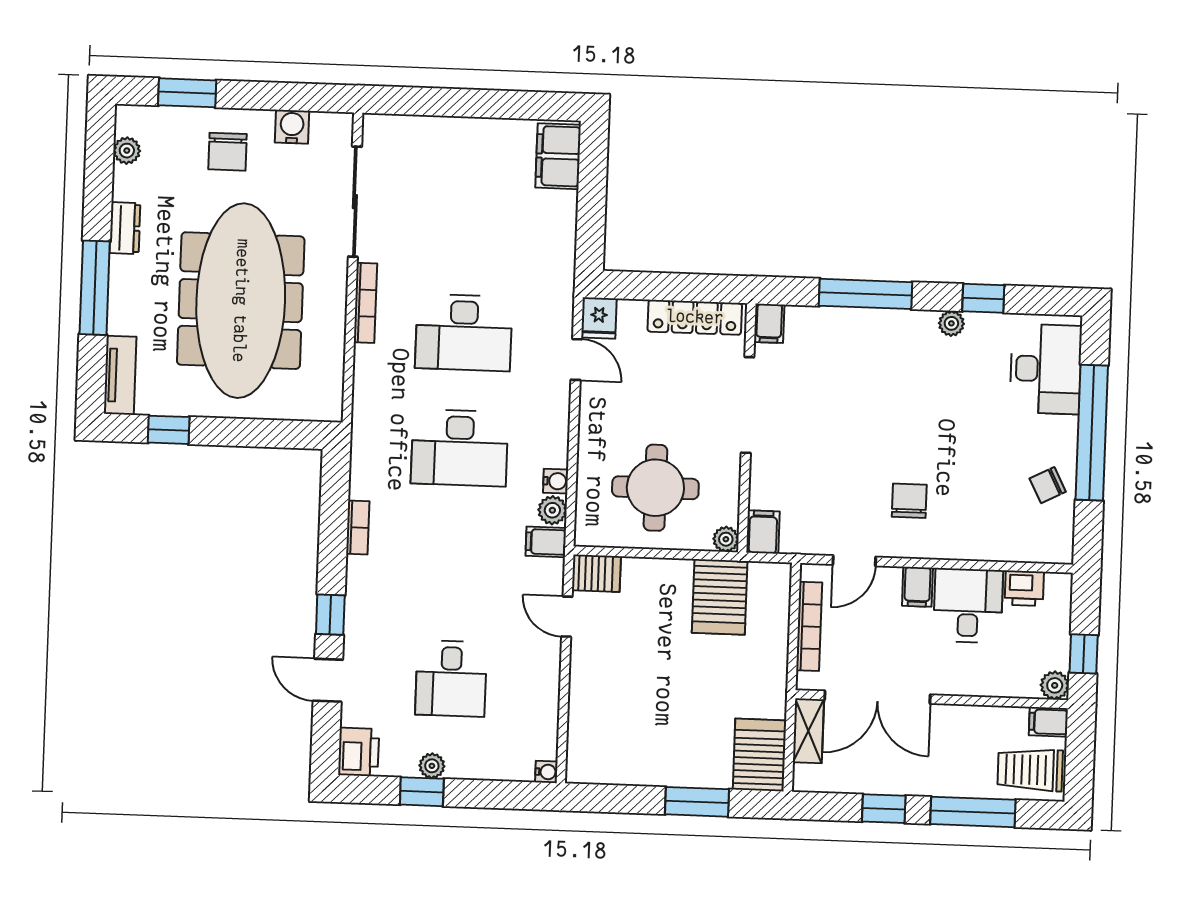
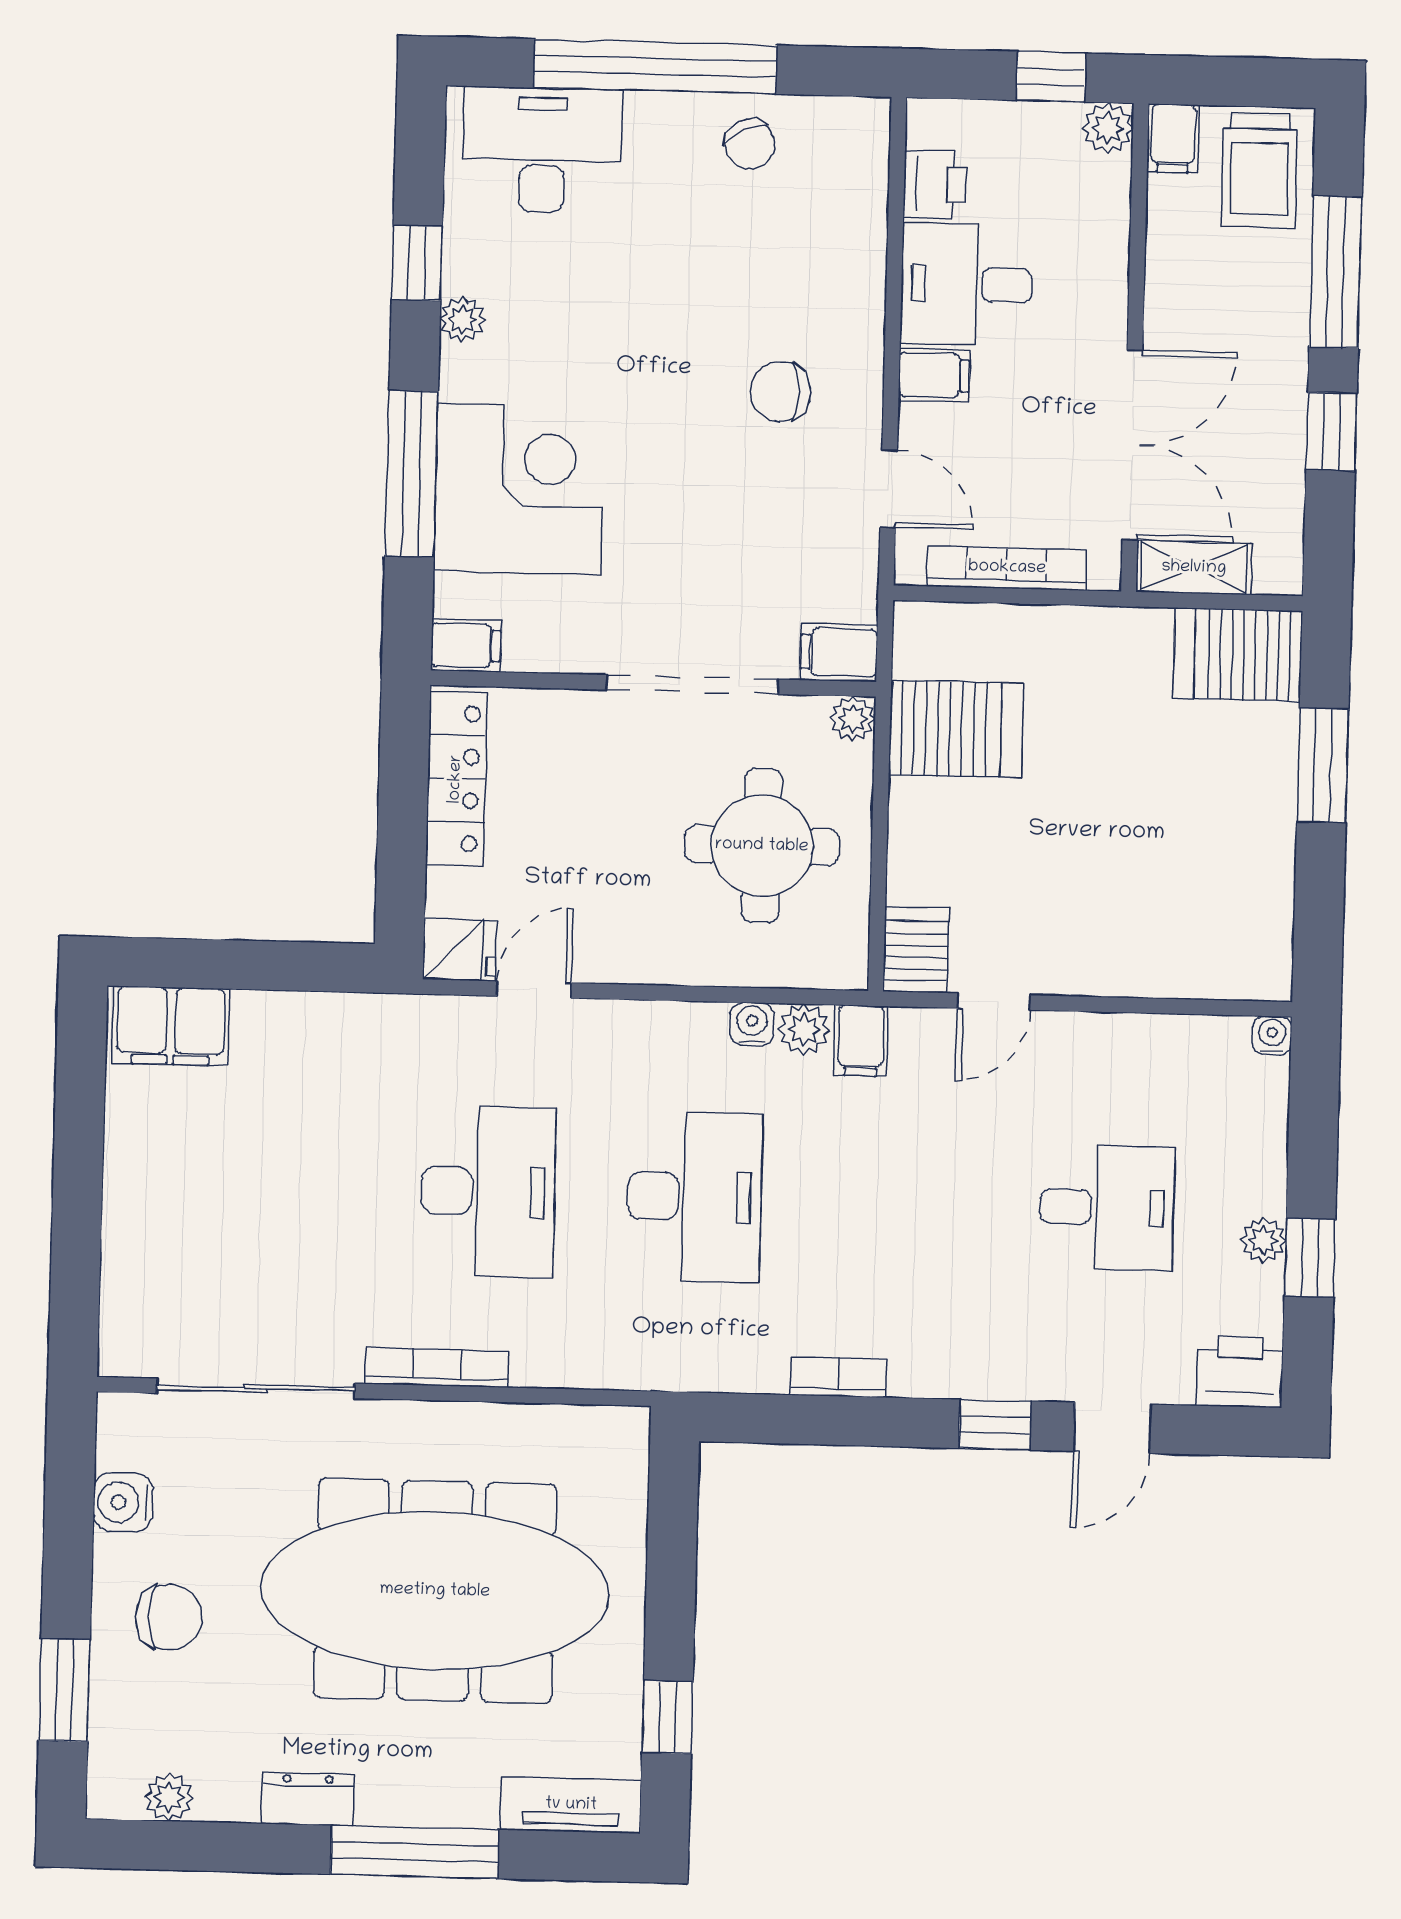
corner desk: (856, 354) -> (519, 489), added
doorway: (748, 405) -> (692, 685), moved

